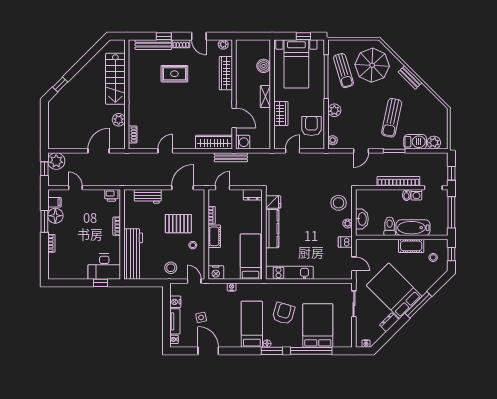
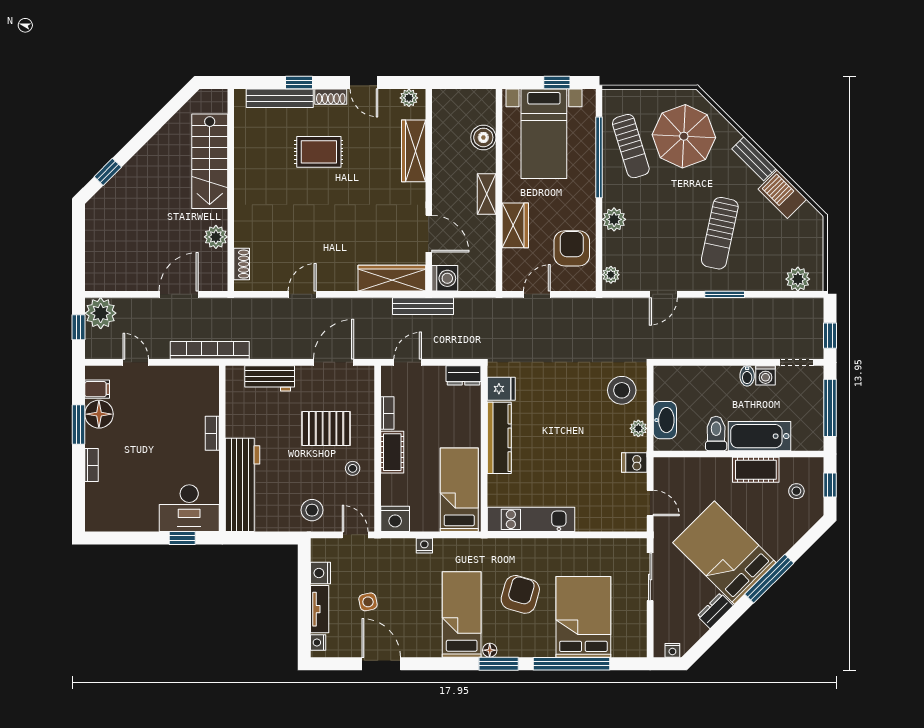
barbecue: (415, 142) -> (782, 194), moved, turned -135
bookcase: (398, 181) -> (210, 350), moved
printer: (111, 195) -> (202, 377), removed

